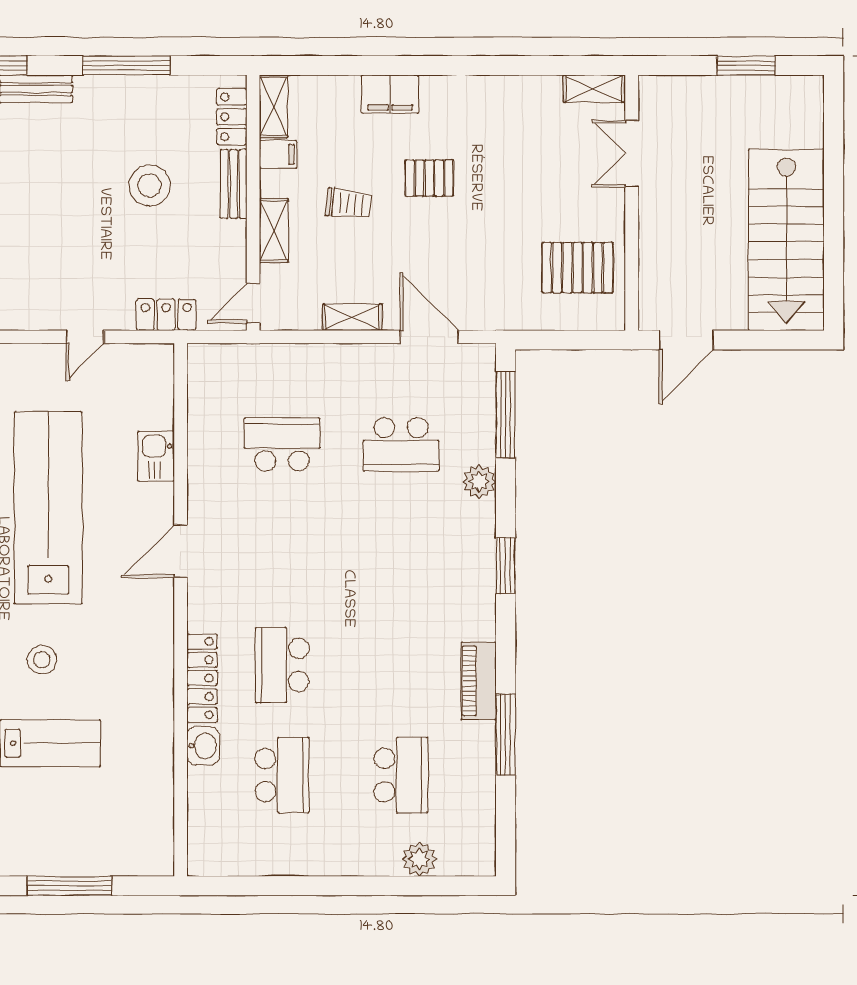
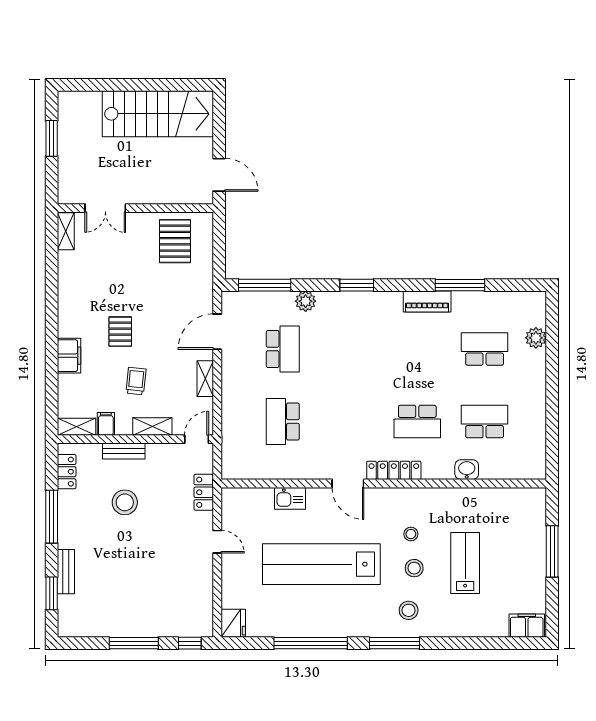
locker: (232, 117) -> (67, 472), moved, turned -90
door: (253, 303) -> (197, 439), swing flipped
stool: (98, 654) -> (411, 534), added
locker: (202, 678) -> (394, 470), moved

